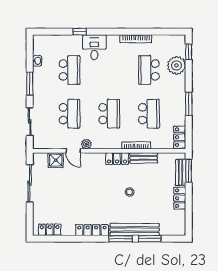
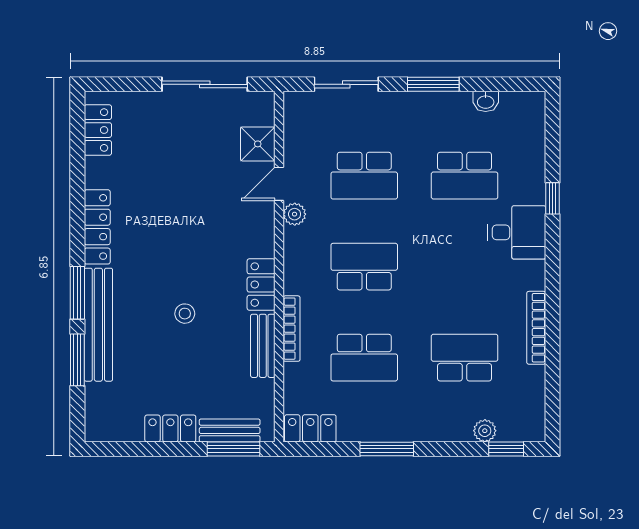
plant: (176, 65) -> (485, 431), width x0.53, depth x0.53
school desk: (109, 114) -> (364, 267), turned 180

